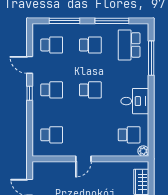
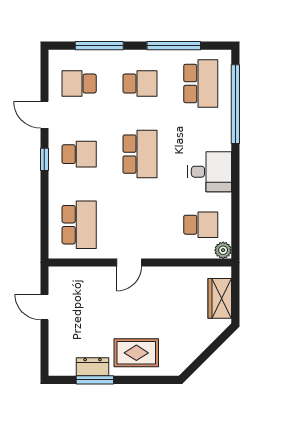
school desk: (52, 45) -> (79, 84), turned 180
school desk: (129, 45) -> (201, 84), turned 180
window: (151, 58) -> (235, 104), width x1.46
school desk: (90, 90) -> (140, 154), width x1.85
school desk: (52, 135) -> (79, 225), width x1.85

